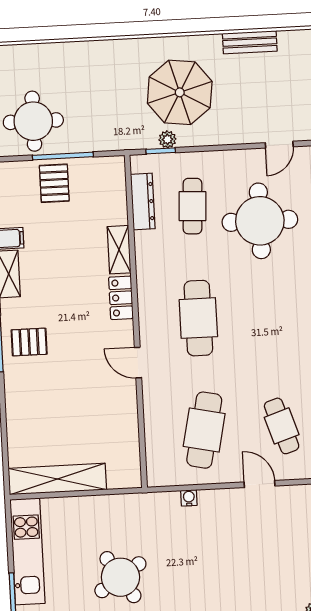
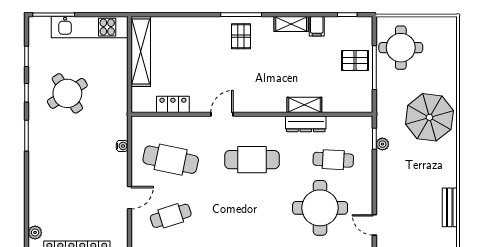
parasol: (180, 92) -> (429, 117), moved
dresser: (143, 201) -> (306, 124), moved
locker: (121, 298) -> (173, 104), moved

